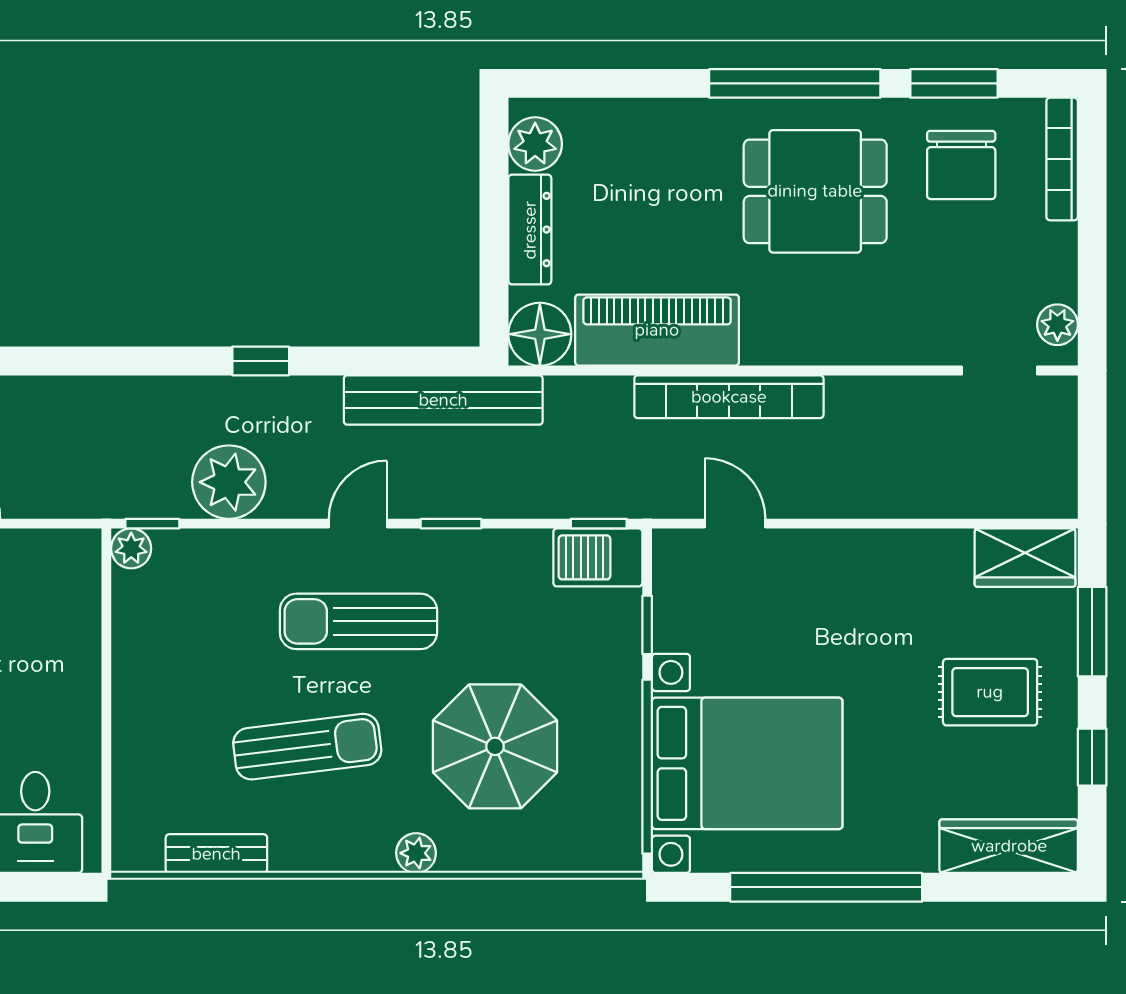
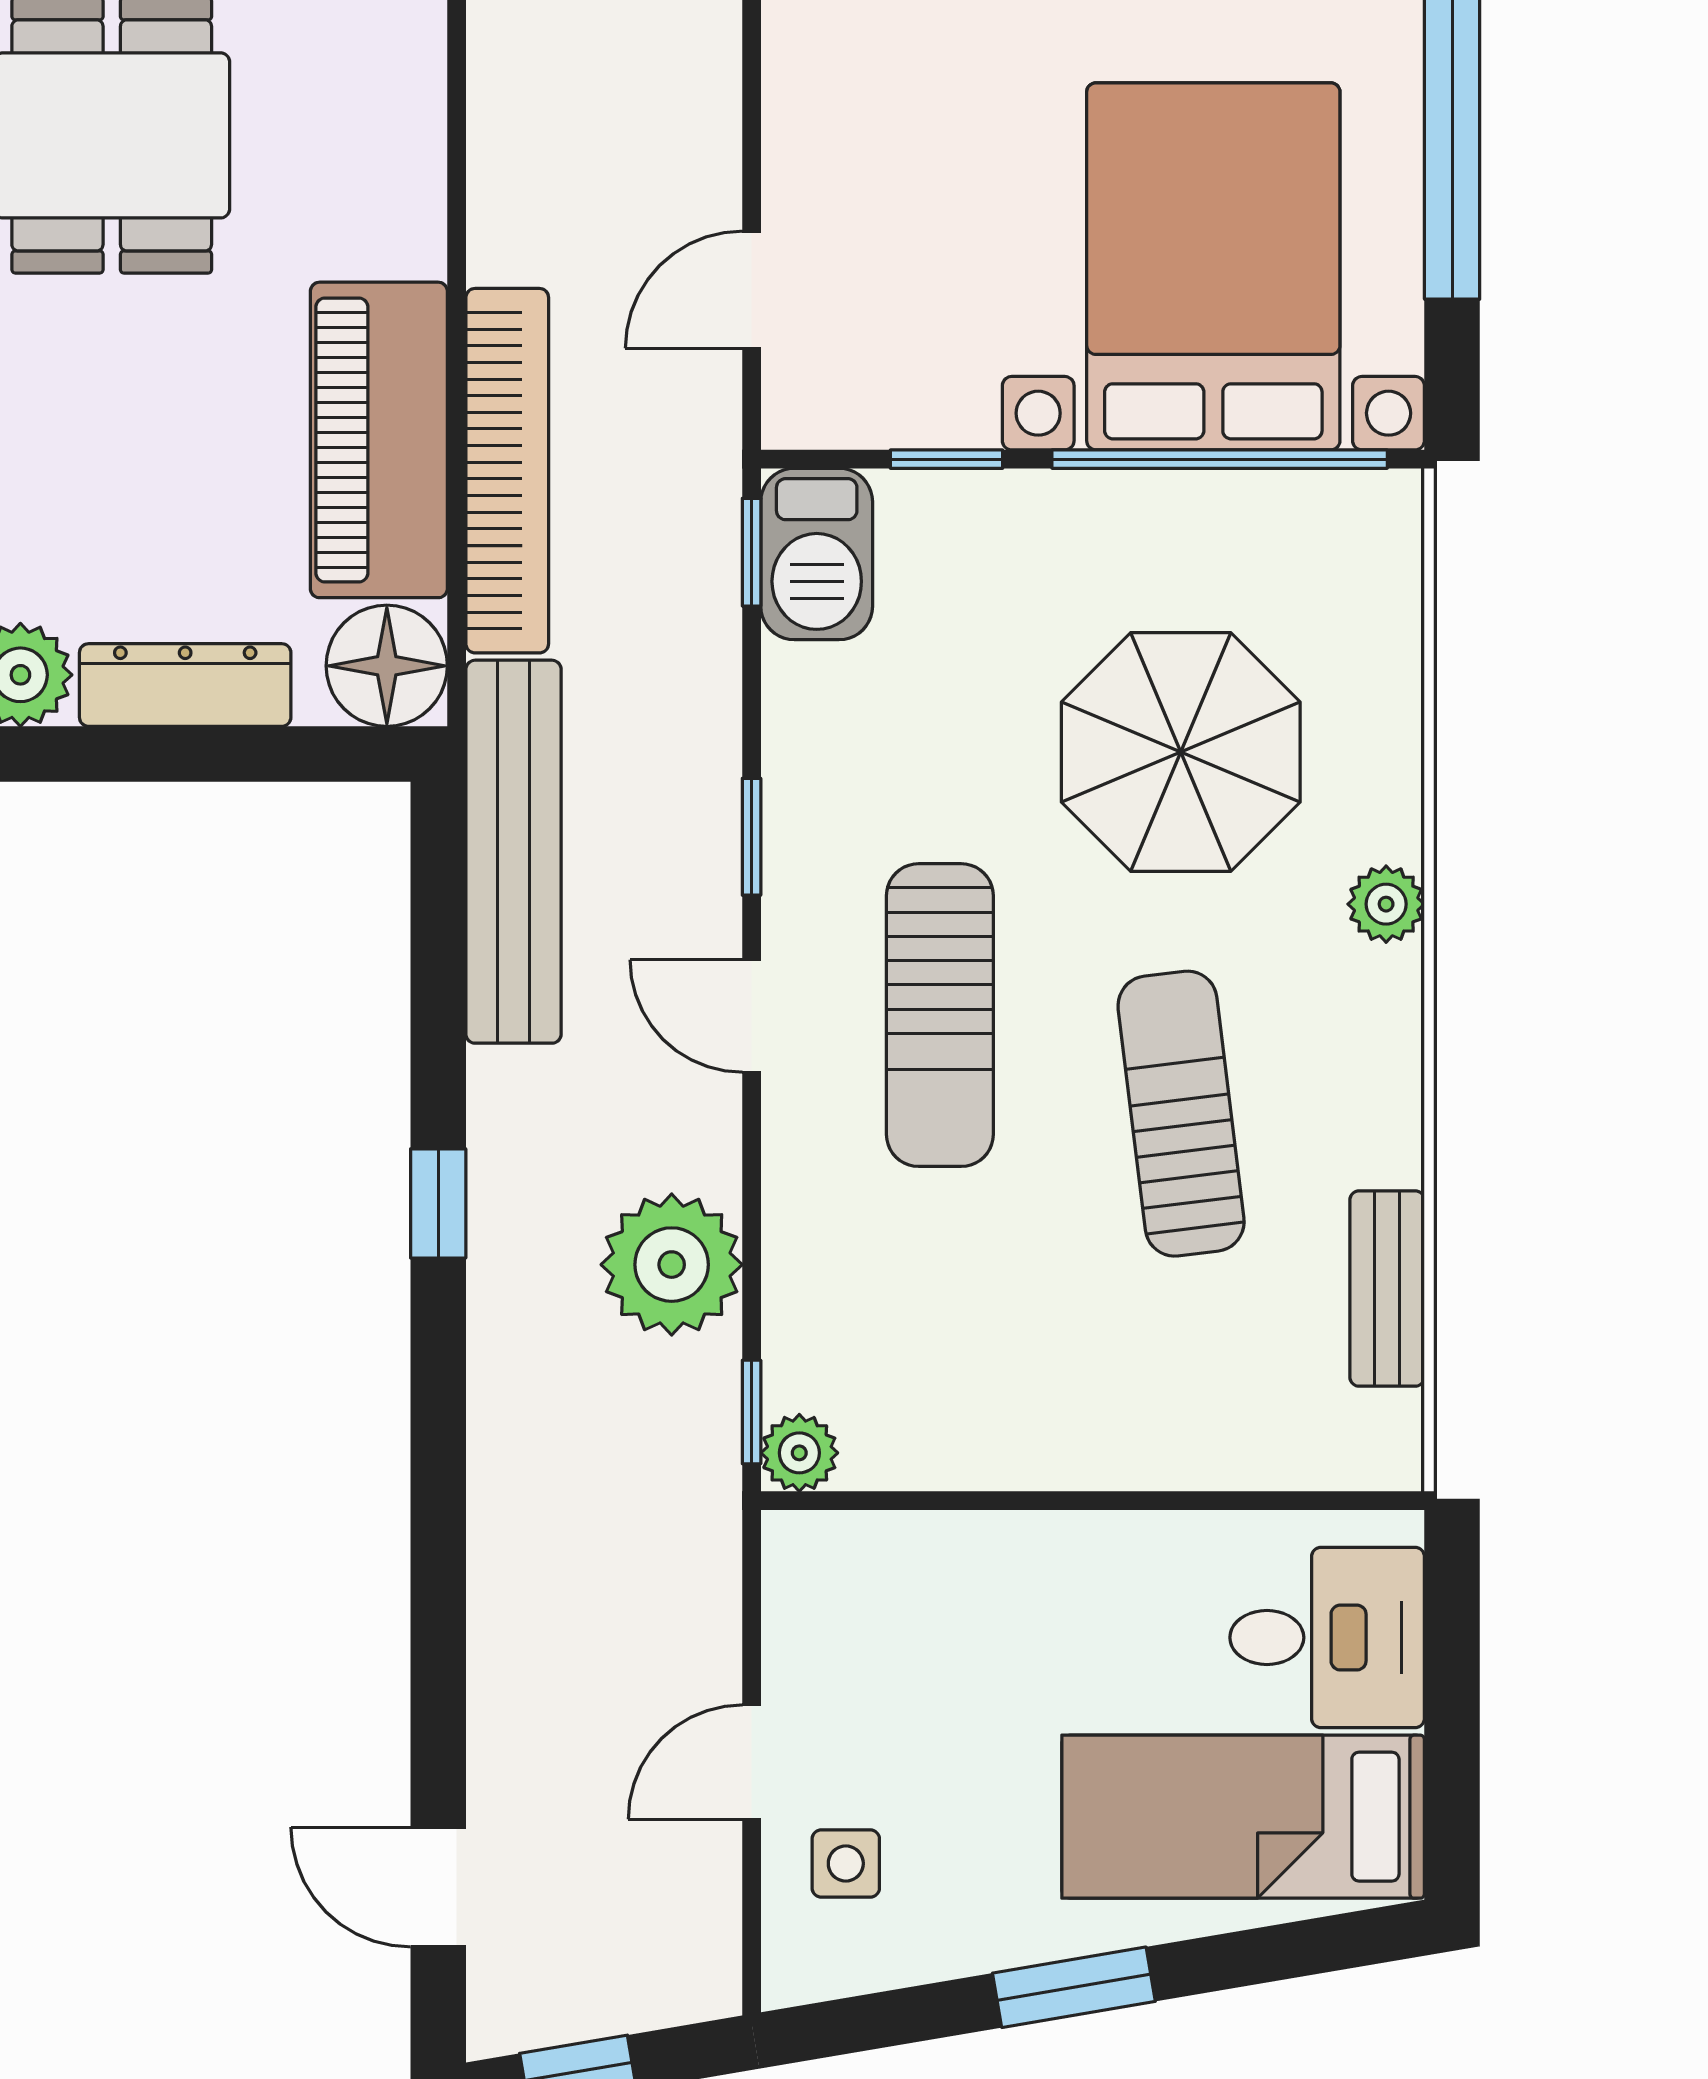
bookcase: (729, 397) -> (507, 471), moved

